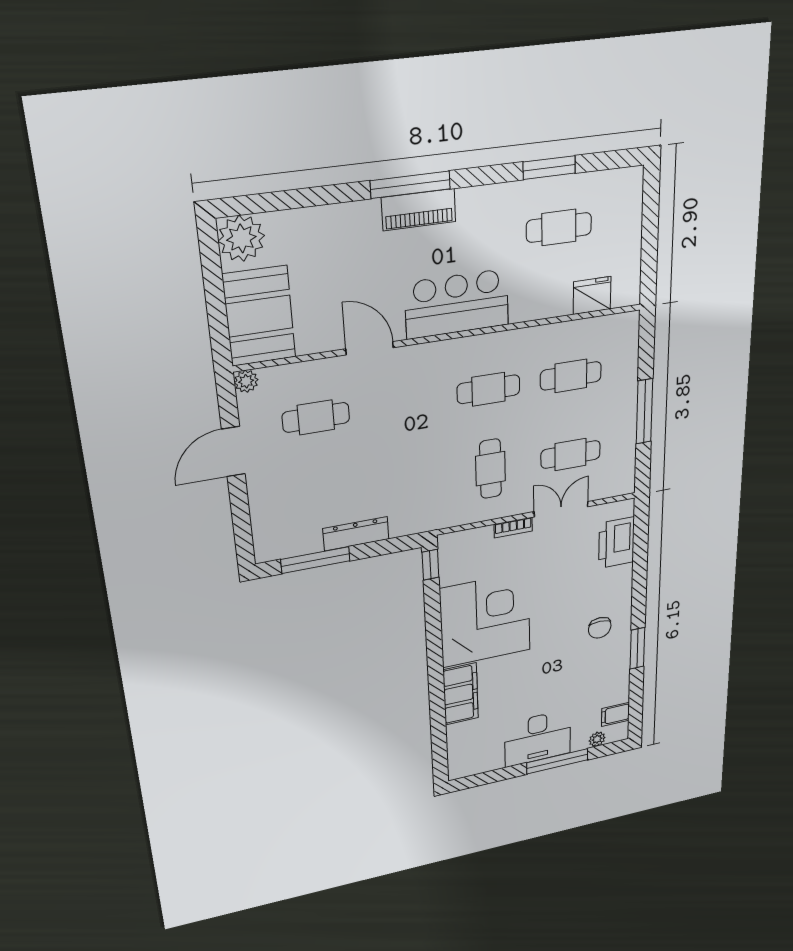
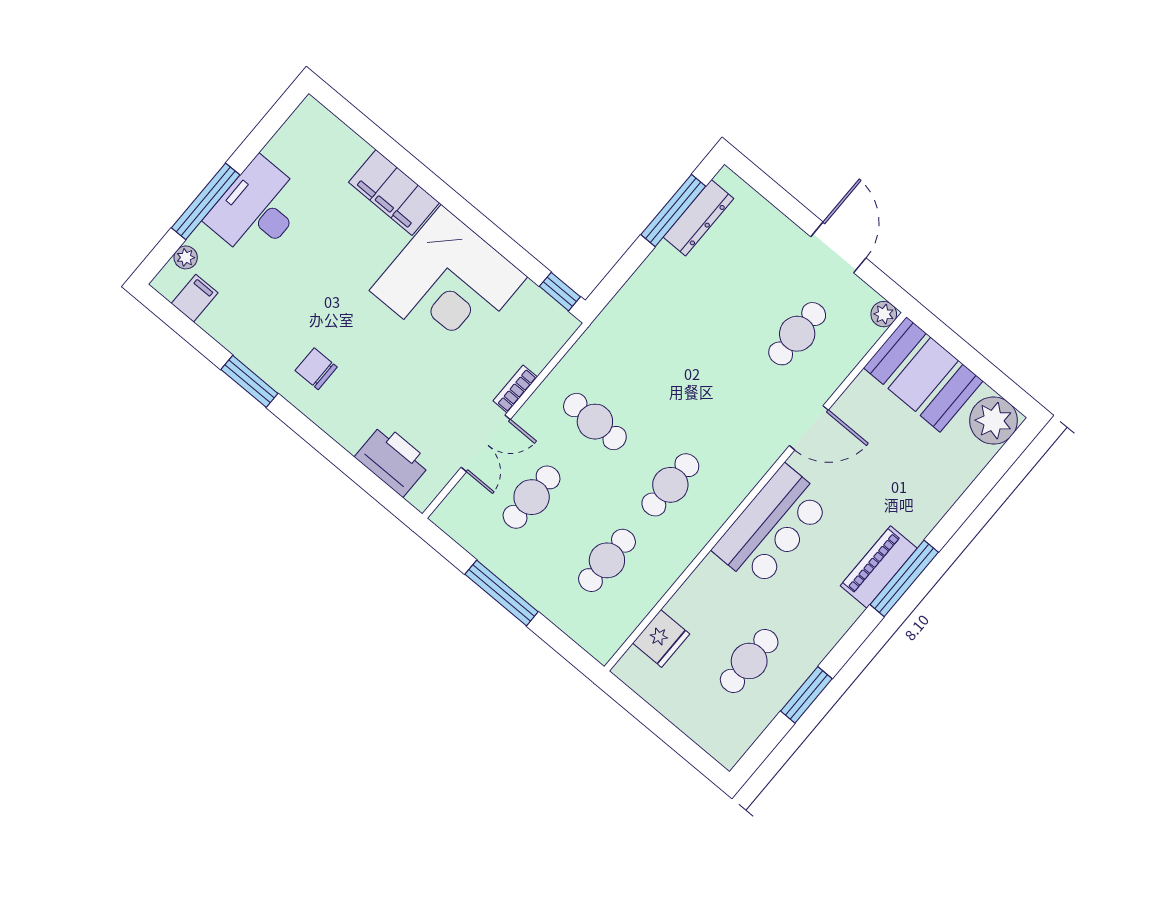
dresser: (356, 534) -> (698, 218), moved

